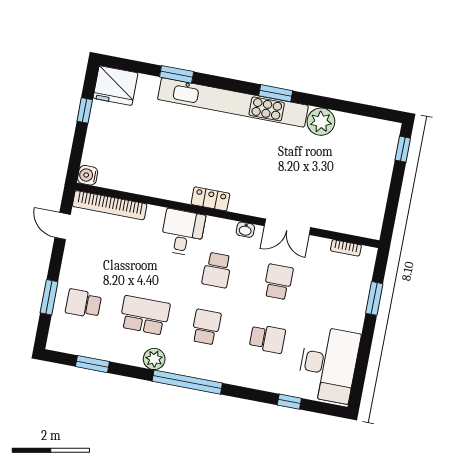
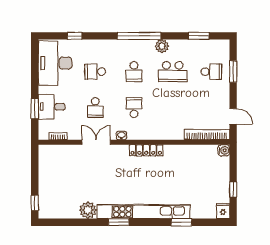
fridge: (115, 86) -> (223, 211), width x0.53, depth x0.75
locker: (210, 199) -> (146, 150), width x1.53
desk: (183, 232) -> (52, 107), moved, turned 90

